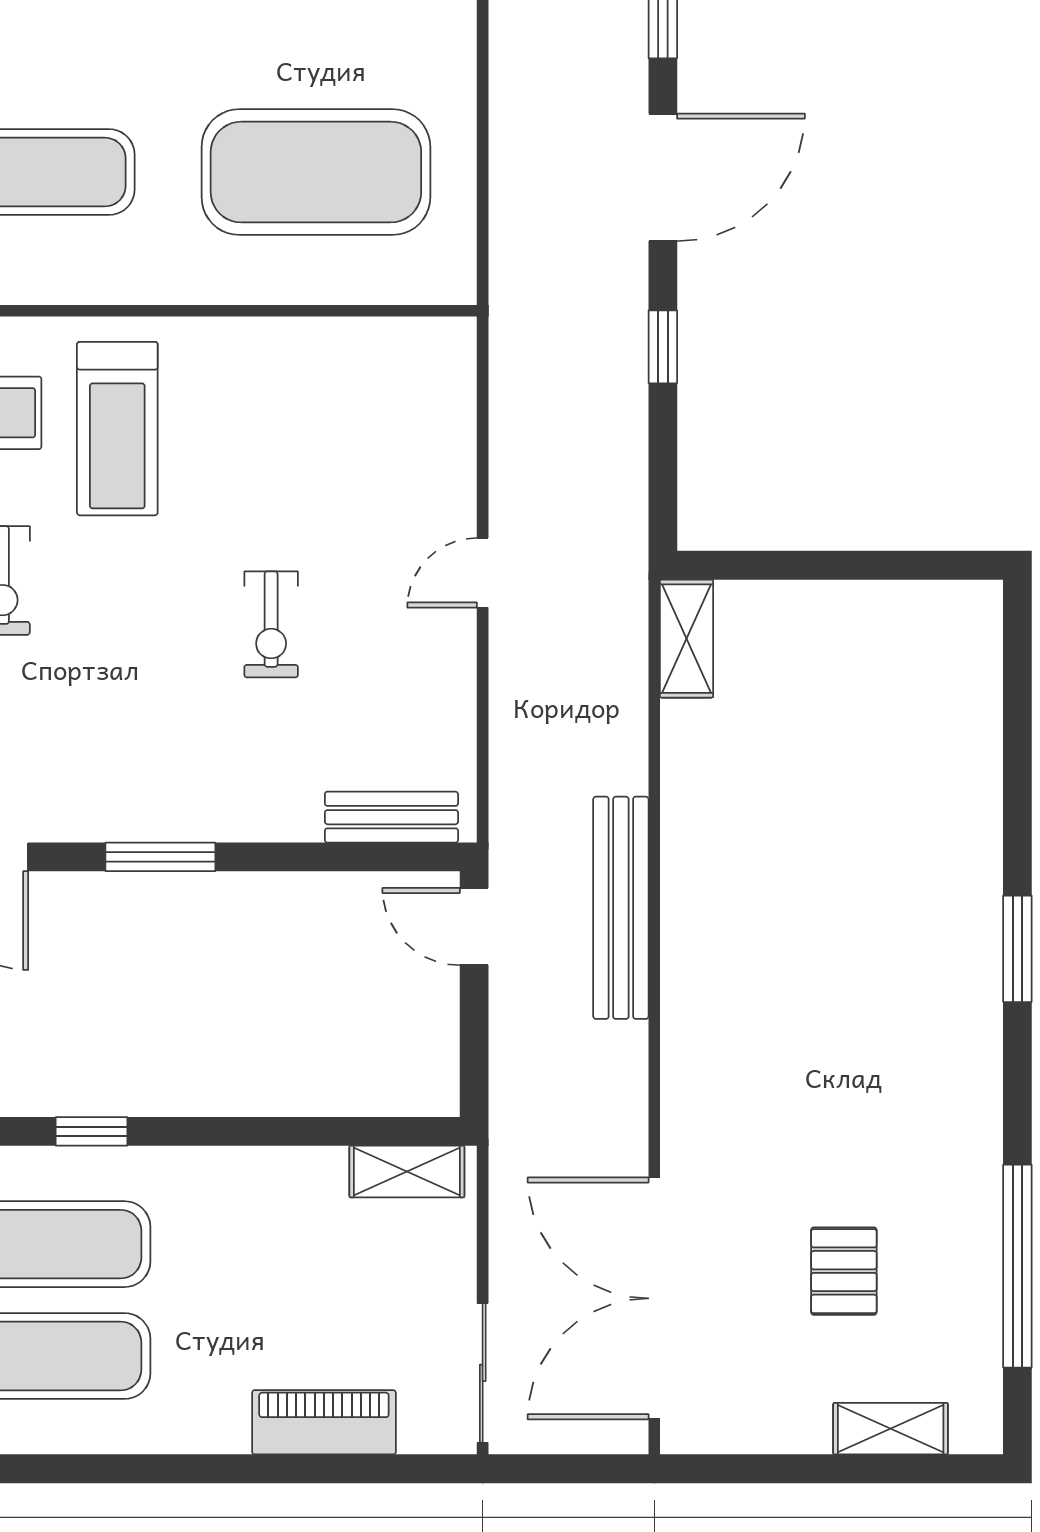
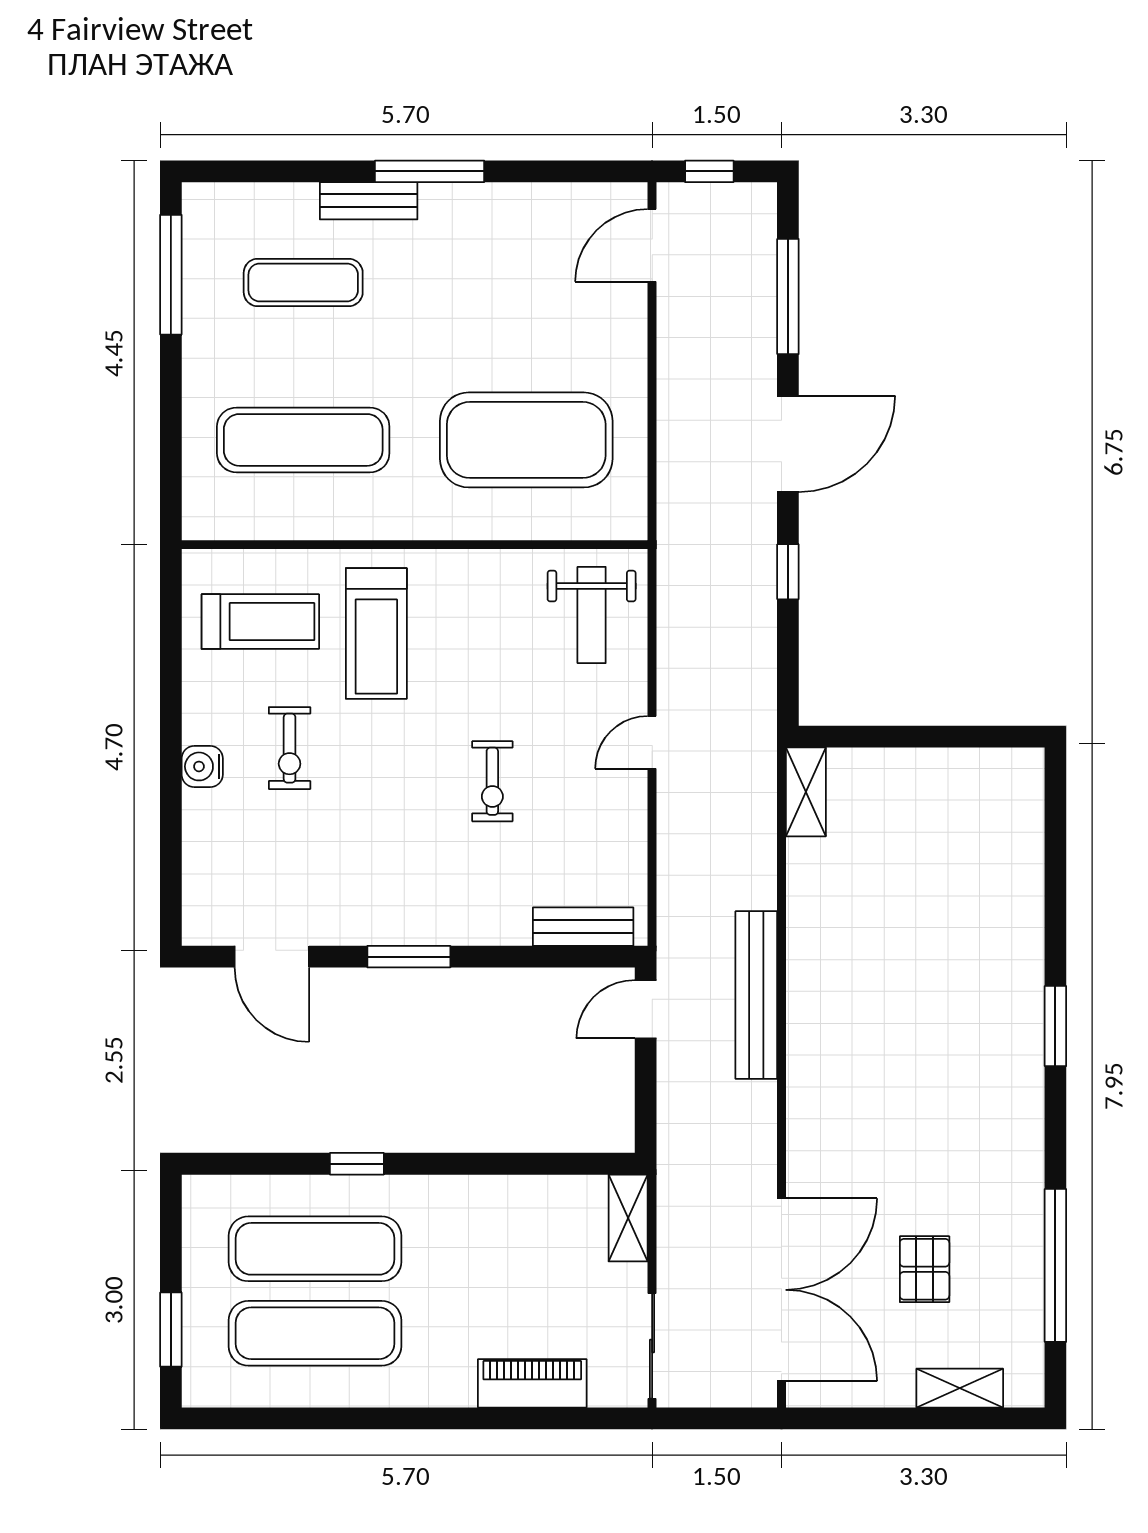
weight bench: (403, 404) -> (592, 615), added
door: (474, 927) -> (646, 1009), hinge flipped
shelving: (407, 1172) -> (628, 1218), moved, turned 90
double door: (654, 1298) -> (781, 1290), swing flipped

